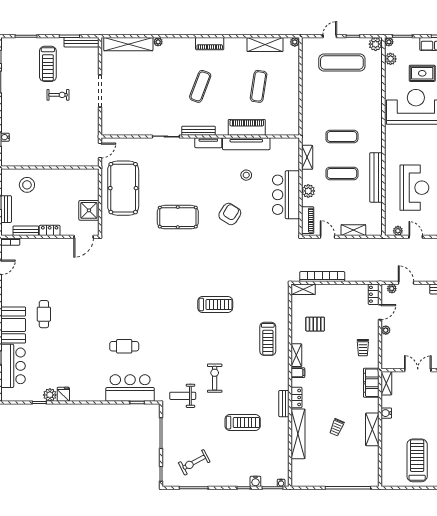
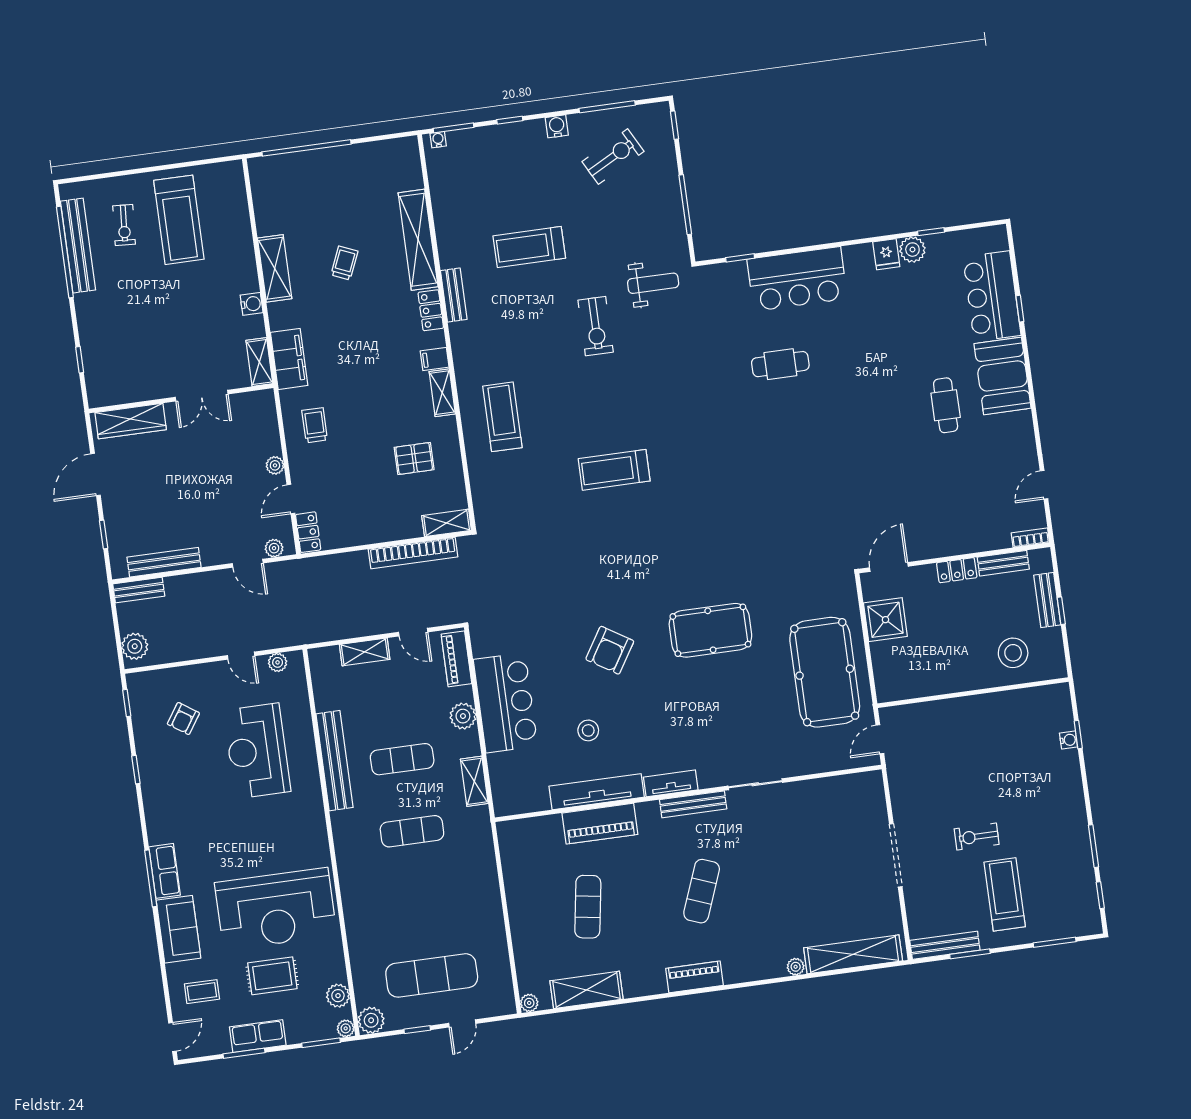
bar counter: (130, 388) -> (797, 279), moved
water cooler: (255, 481) -> (557, 126), moved

